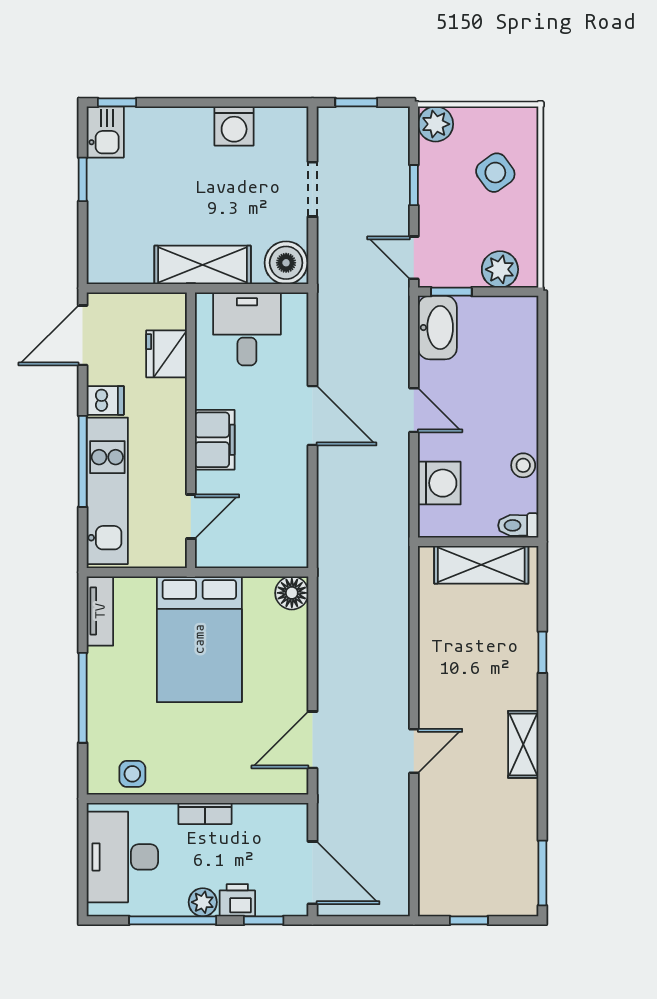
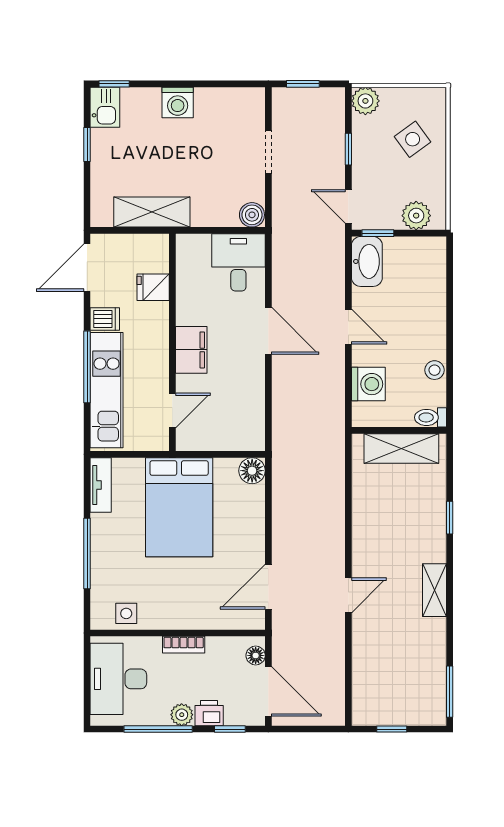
washing machine: (234, 126) -> (178, 102), moved
boiler: (286, 263) -> (252, 215), width x0.73, depth x0.73
shelving: (203, 265) -> (152, 212), moved
desk: (247, 329) -> (238, 262), moved
fridge: (166, 354) -> (153, 287), width x0.72
floor lamp: (296, 827) -> (256, 655), added

